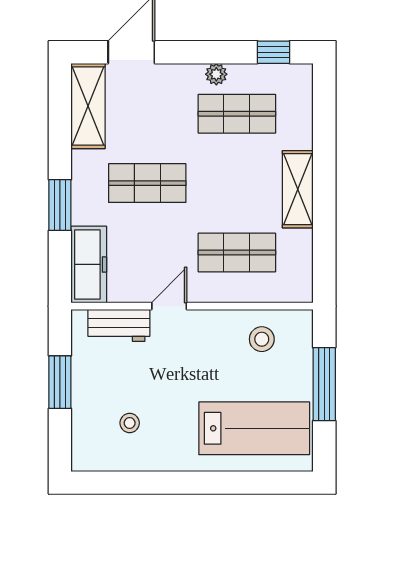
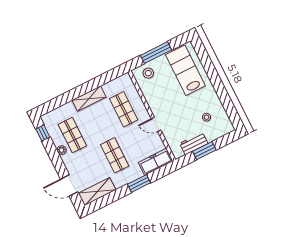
workbench: (119, 325) -> (194, 143), moved, turned -90
stool: (262, 339) -> (148, 73), moved

